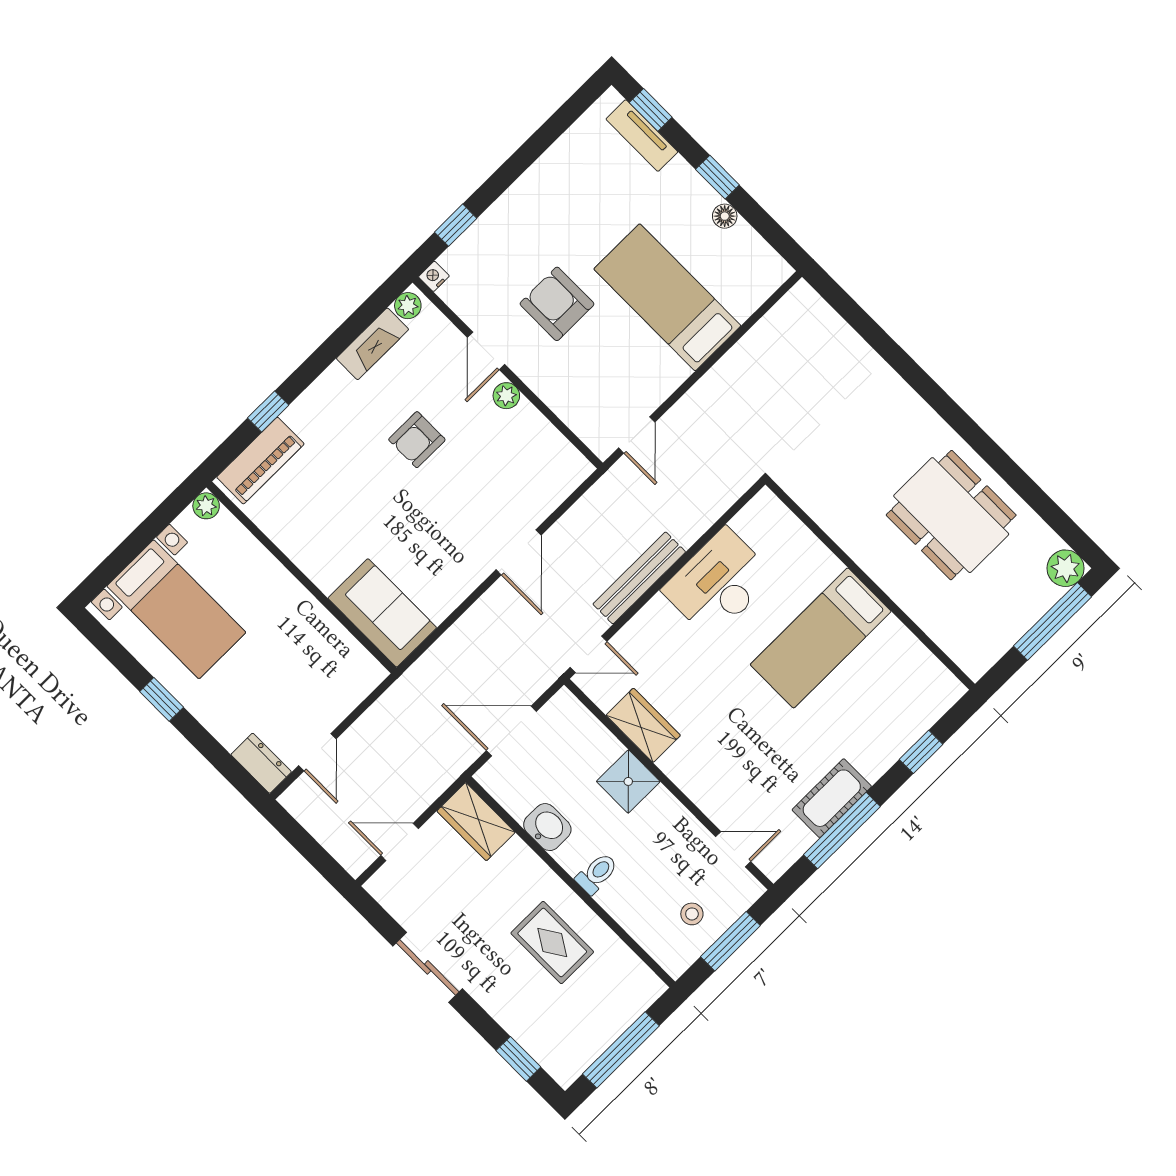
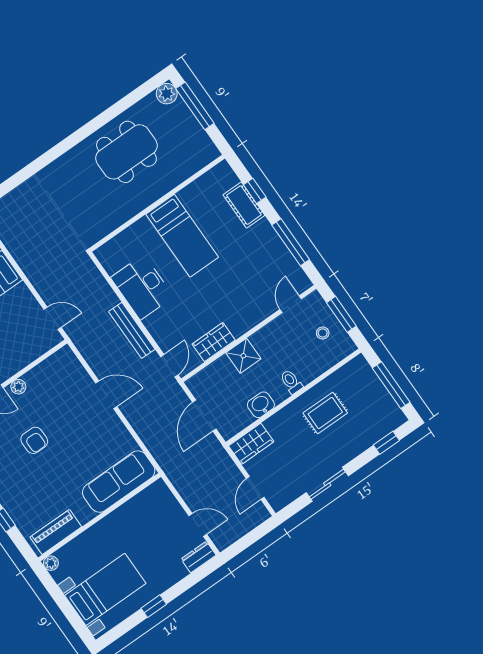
piano: (260, 461) -> (56, 532), moved, turned -90
sofa: (382, 613) -> (119, 482), width x1.36
cot: (832, 798) -> (244, 205), moved

